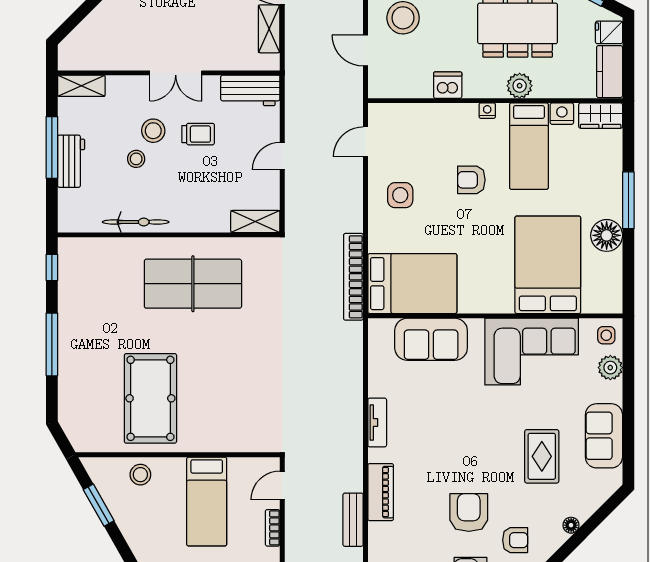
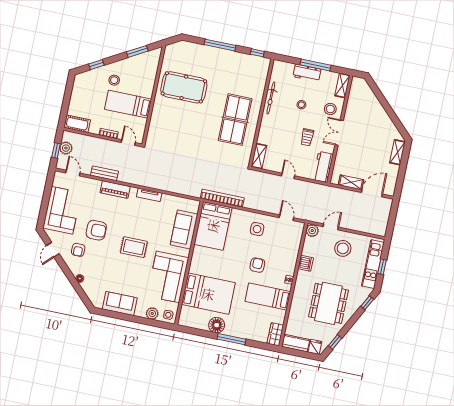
plant: (520, 86) -> (312, 231), moved
nightstand: (562, 114) -> (280, 316), removed
stool: (153, 131) -> (330, 109), moved
rug: (542, 456) -> (134, 247), moved
stool: (140, 475) -> (114, 80), moved

